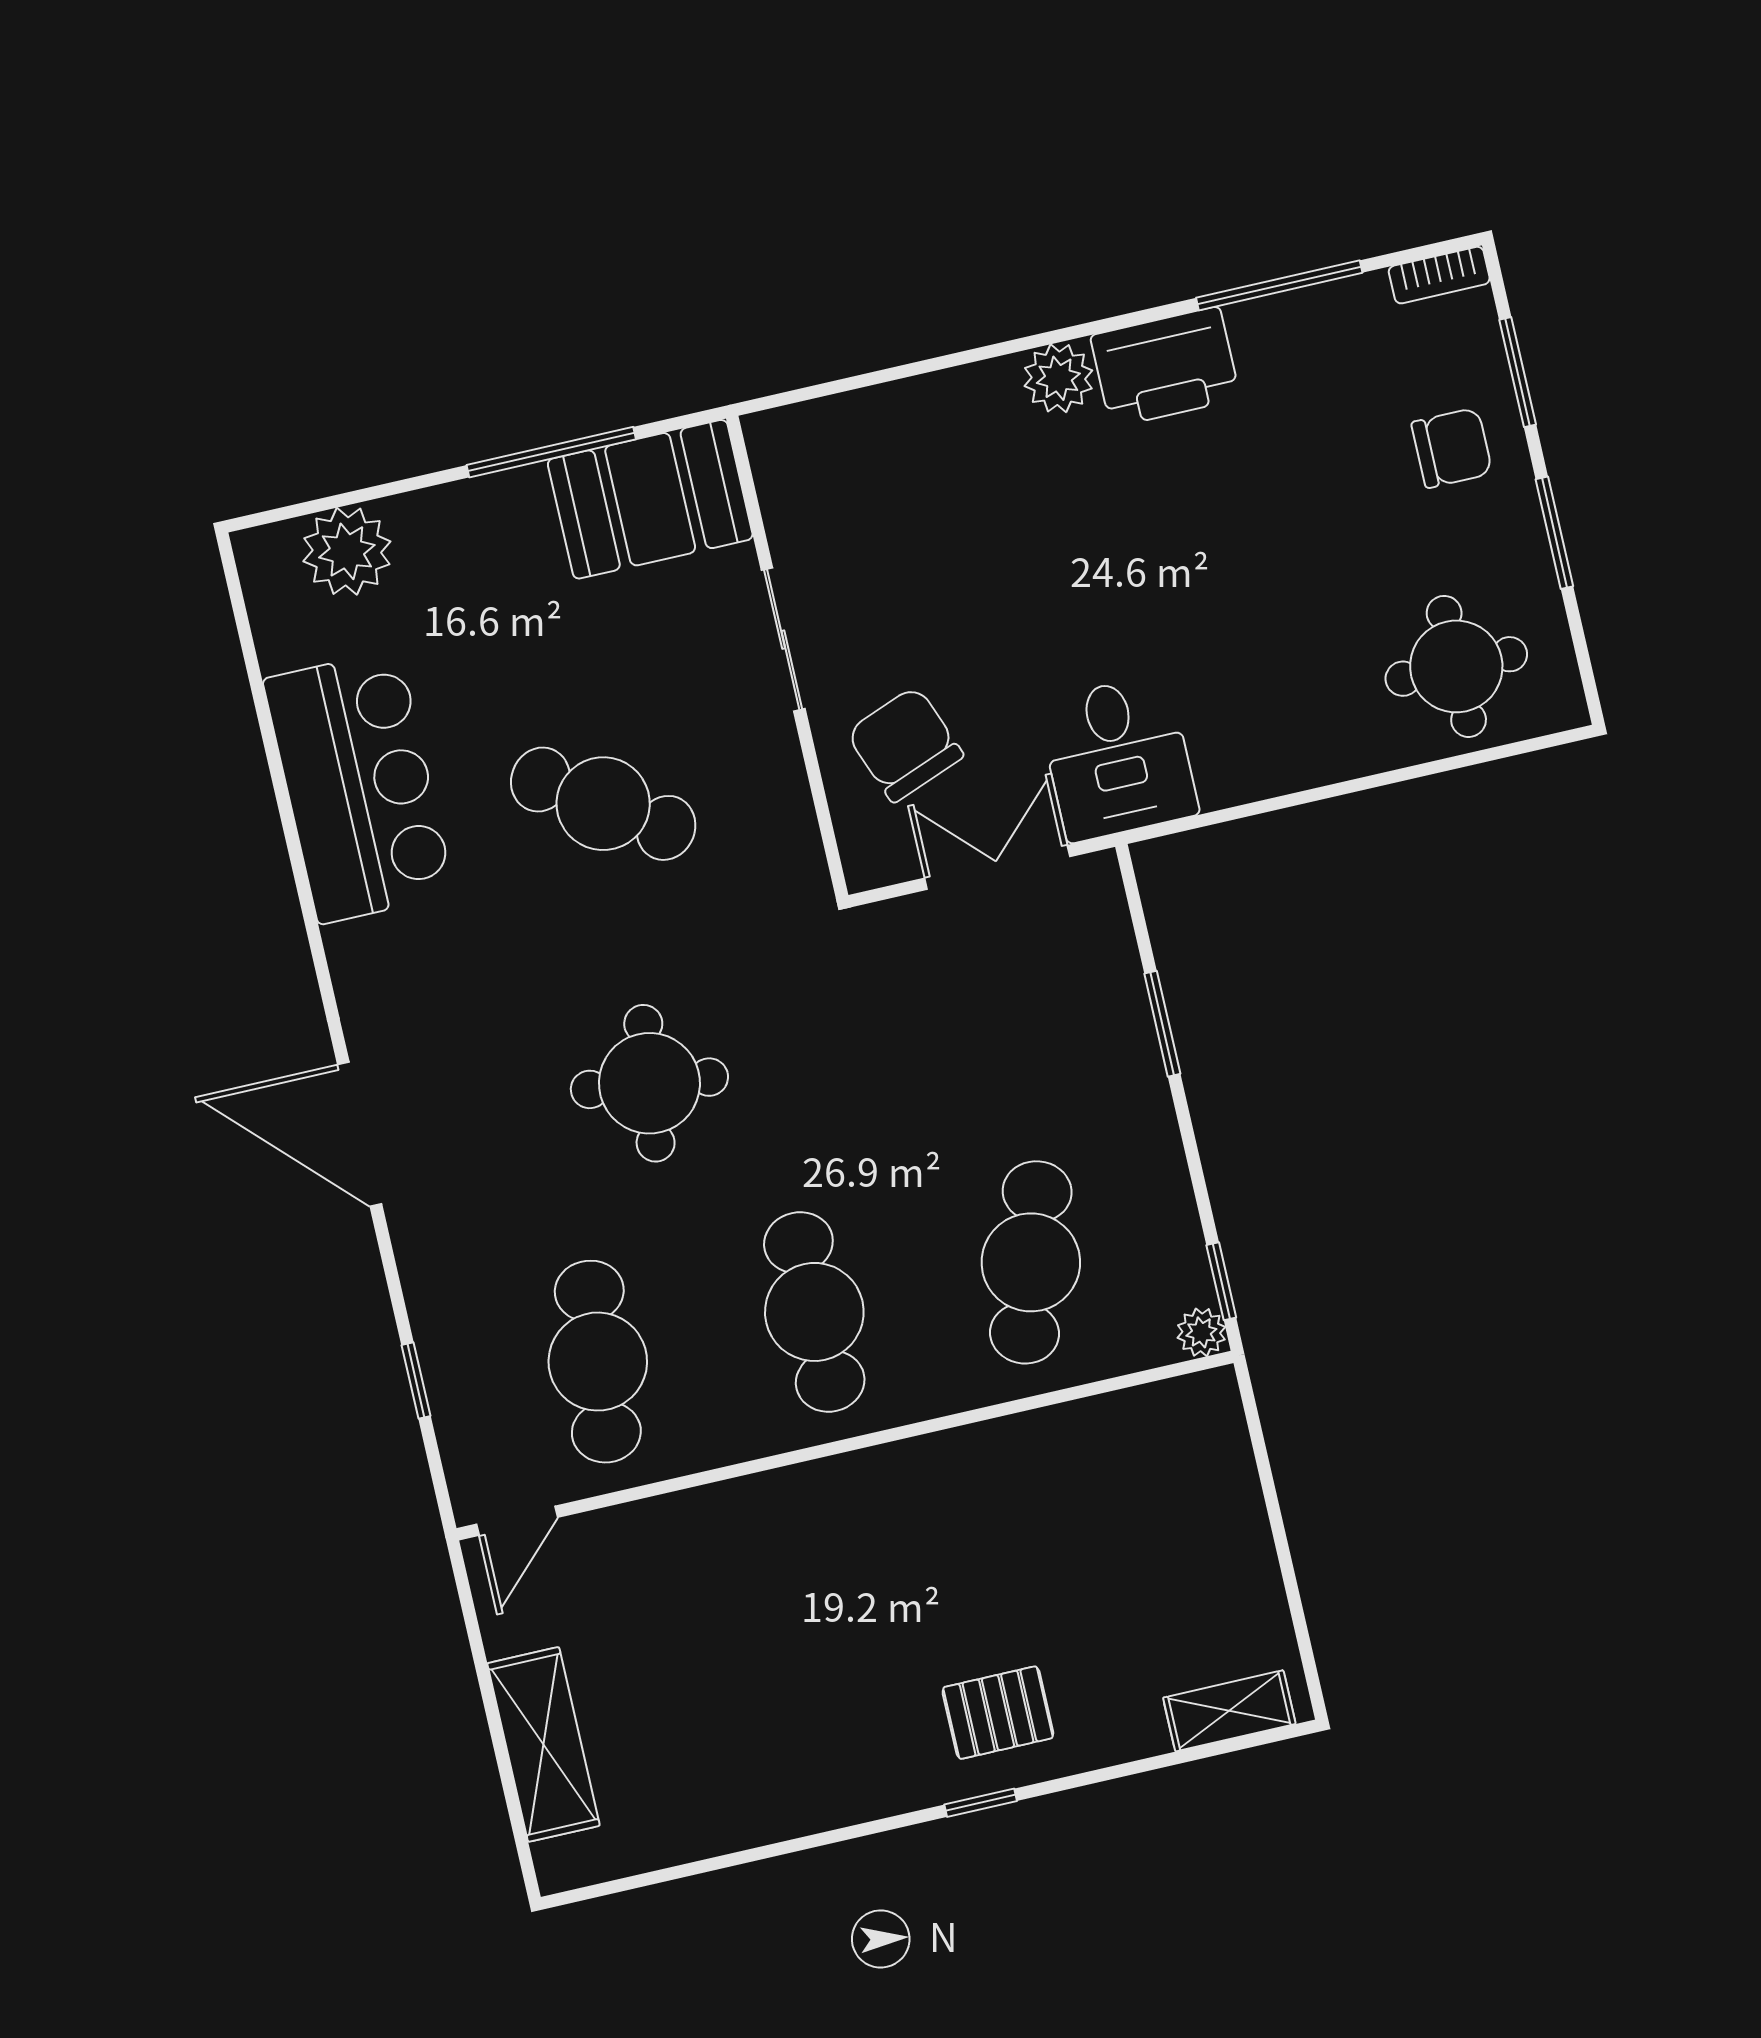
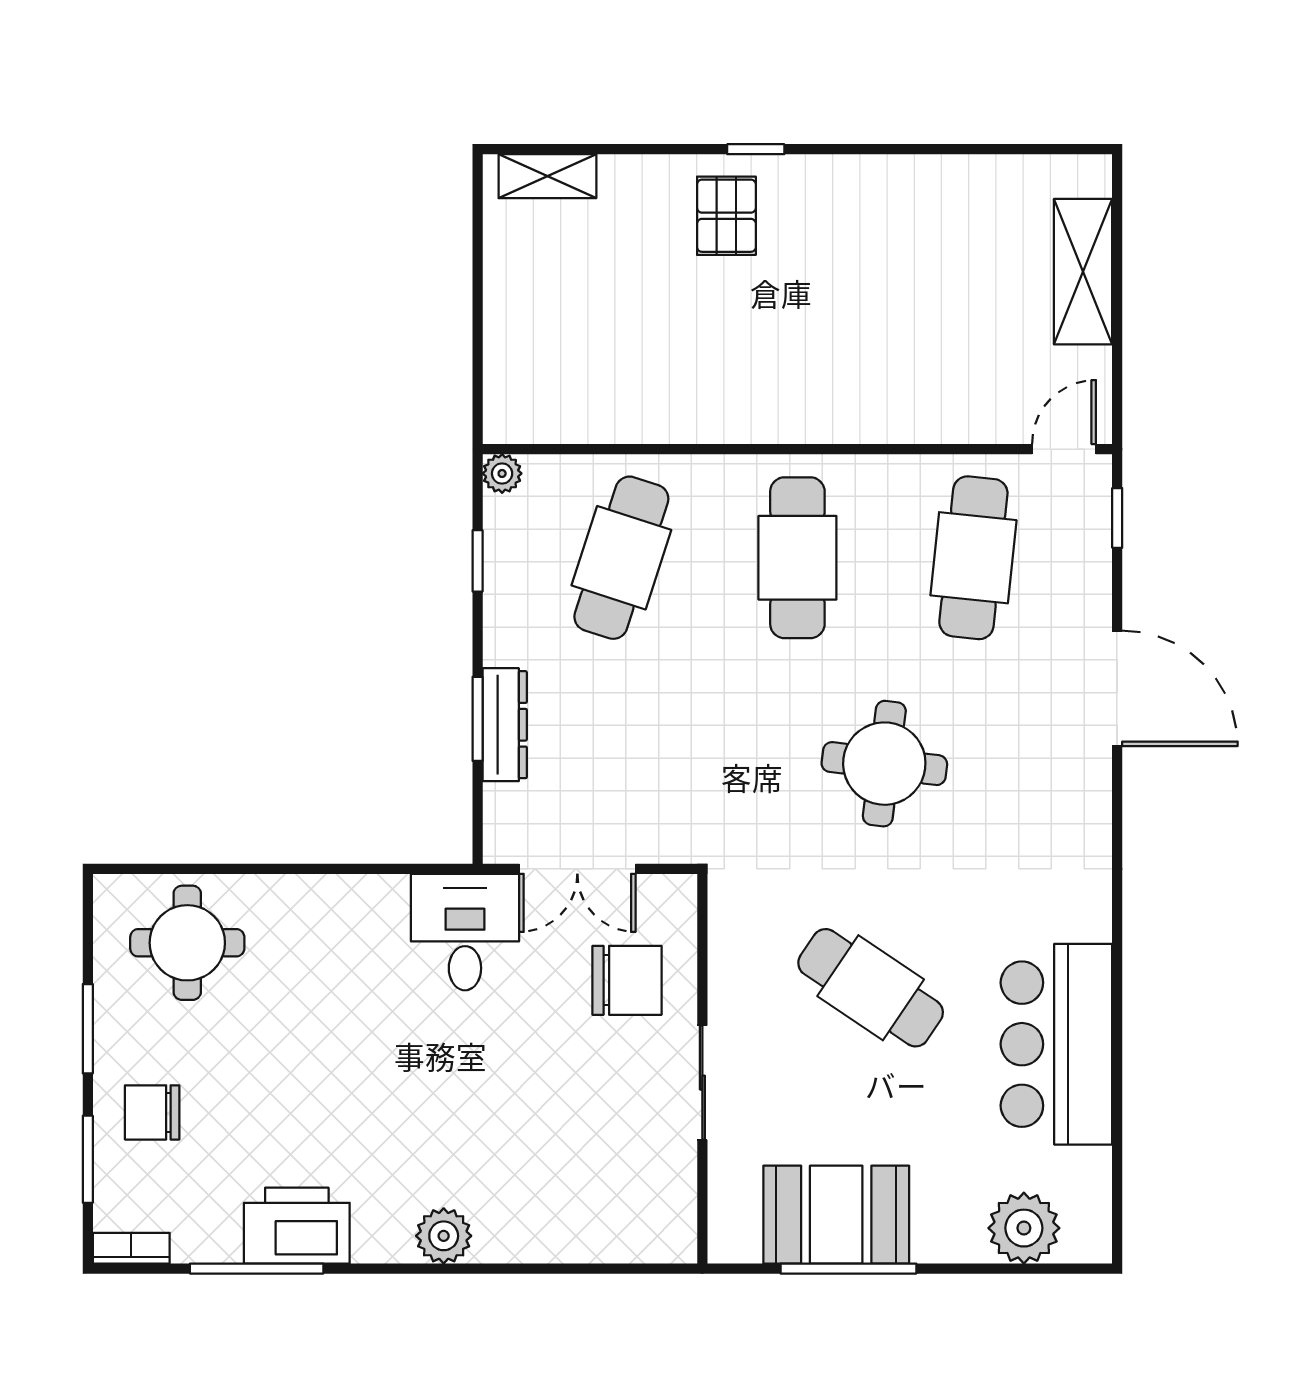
printer: (1165, 367) -> (297, 1226), moved
booth: (650, 499) -> (836, 1215), moved
chair: (905, 744) -> (627, 980), turned -69
dresser: (1127, 1024) -> (505, 725), added
door: (360, 1134) -> (1117, 688), moved
window: (1221, 1281) -> (478, 561), moved
window: (416, 1380) -> (1117, 518), moved
pallet: (998, 1713) -> (726, 216), turned 90

